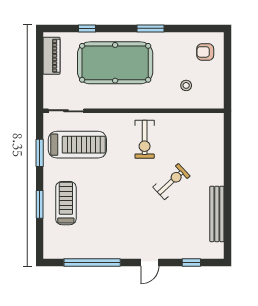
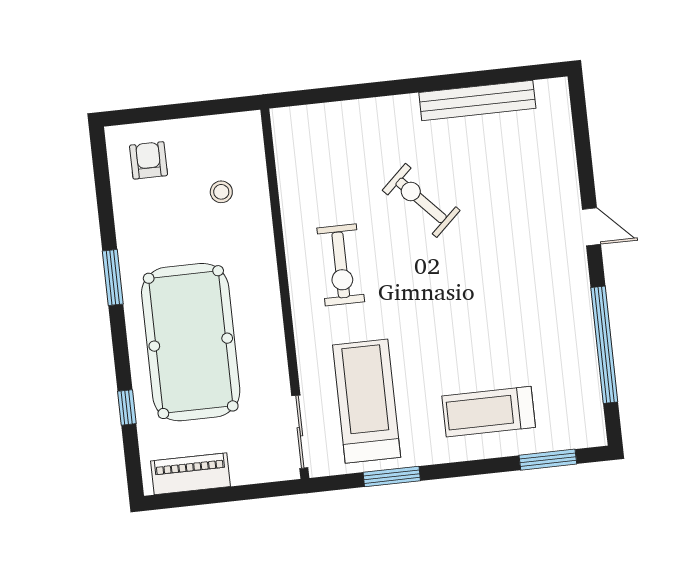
armchair: (205, 52) -> (148, 160), turned 180
exercise bike: (145, 139) -> (341, 265), turned 90
window: (40, 204) -> (548, 460), moved
window: (191, 262) -> (582, 142), removed

